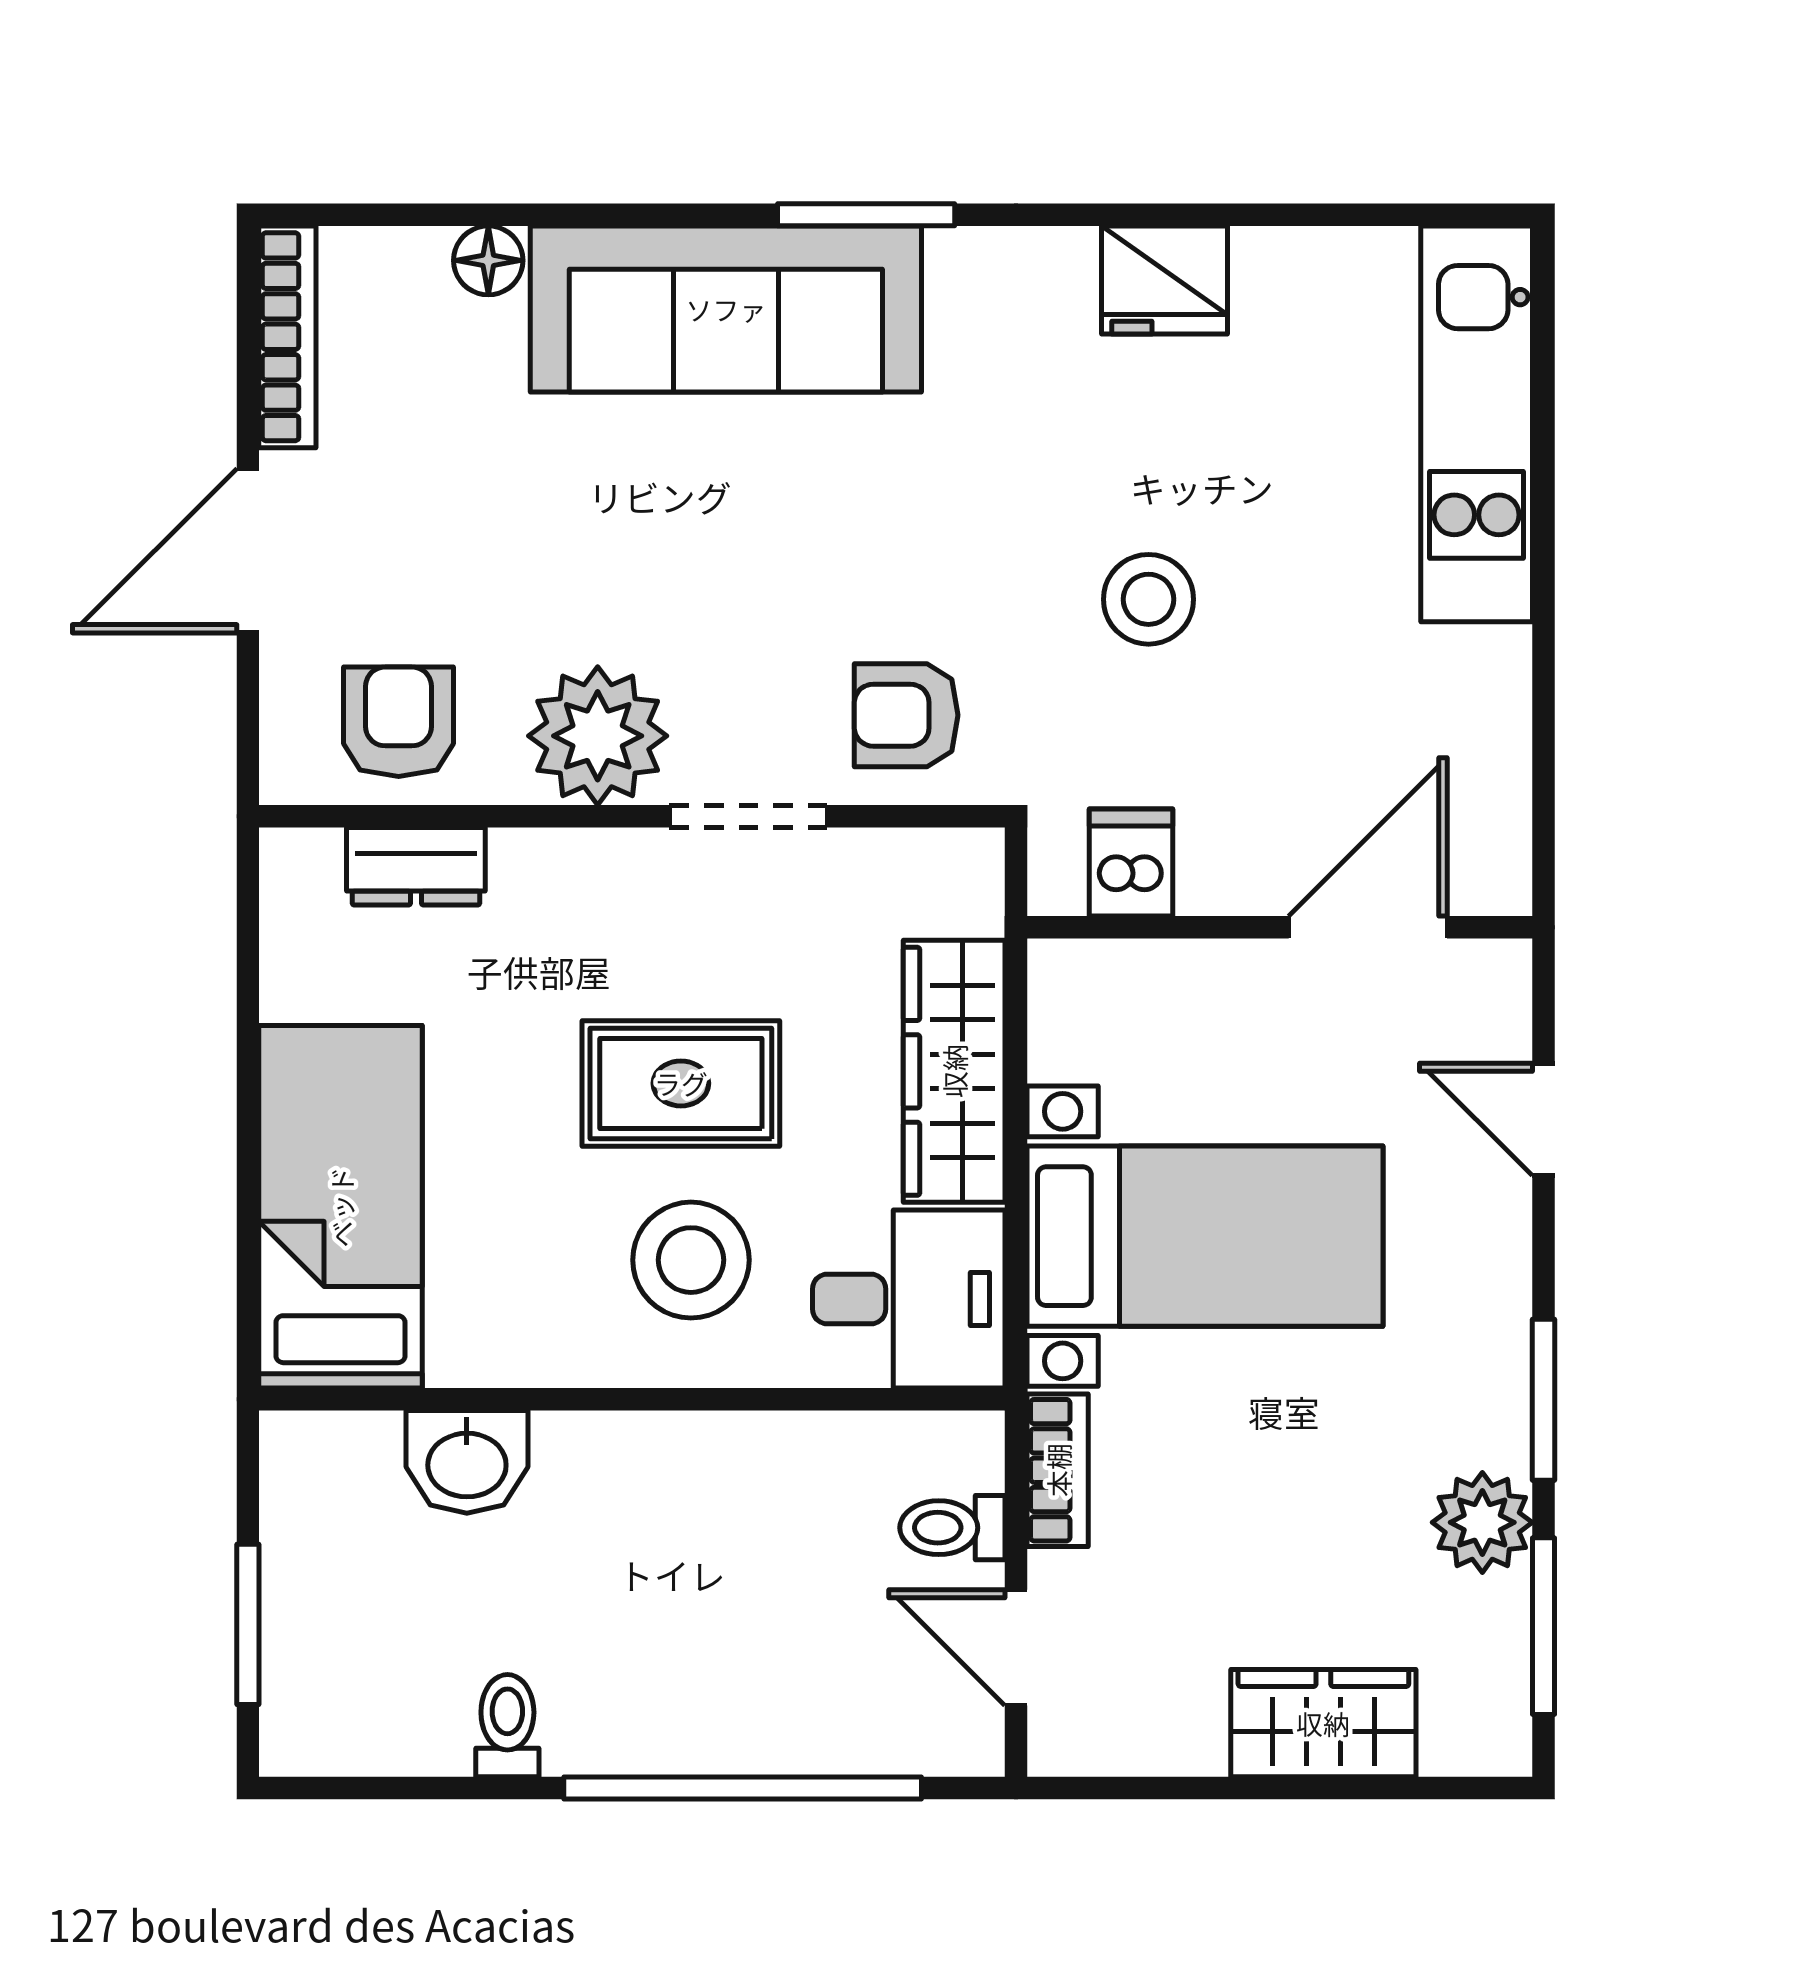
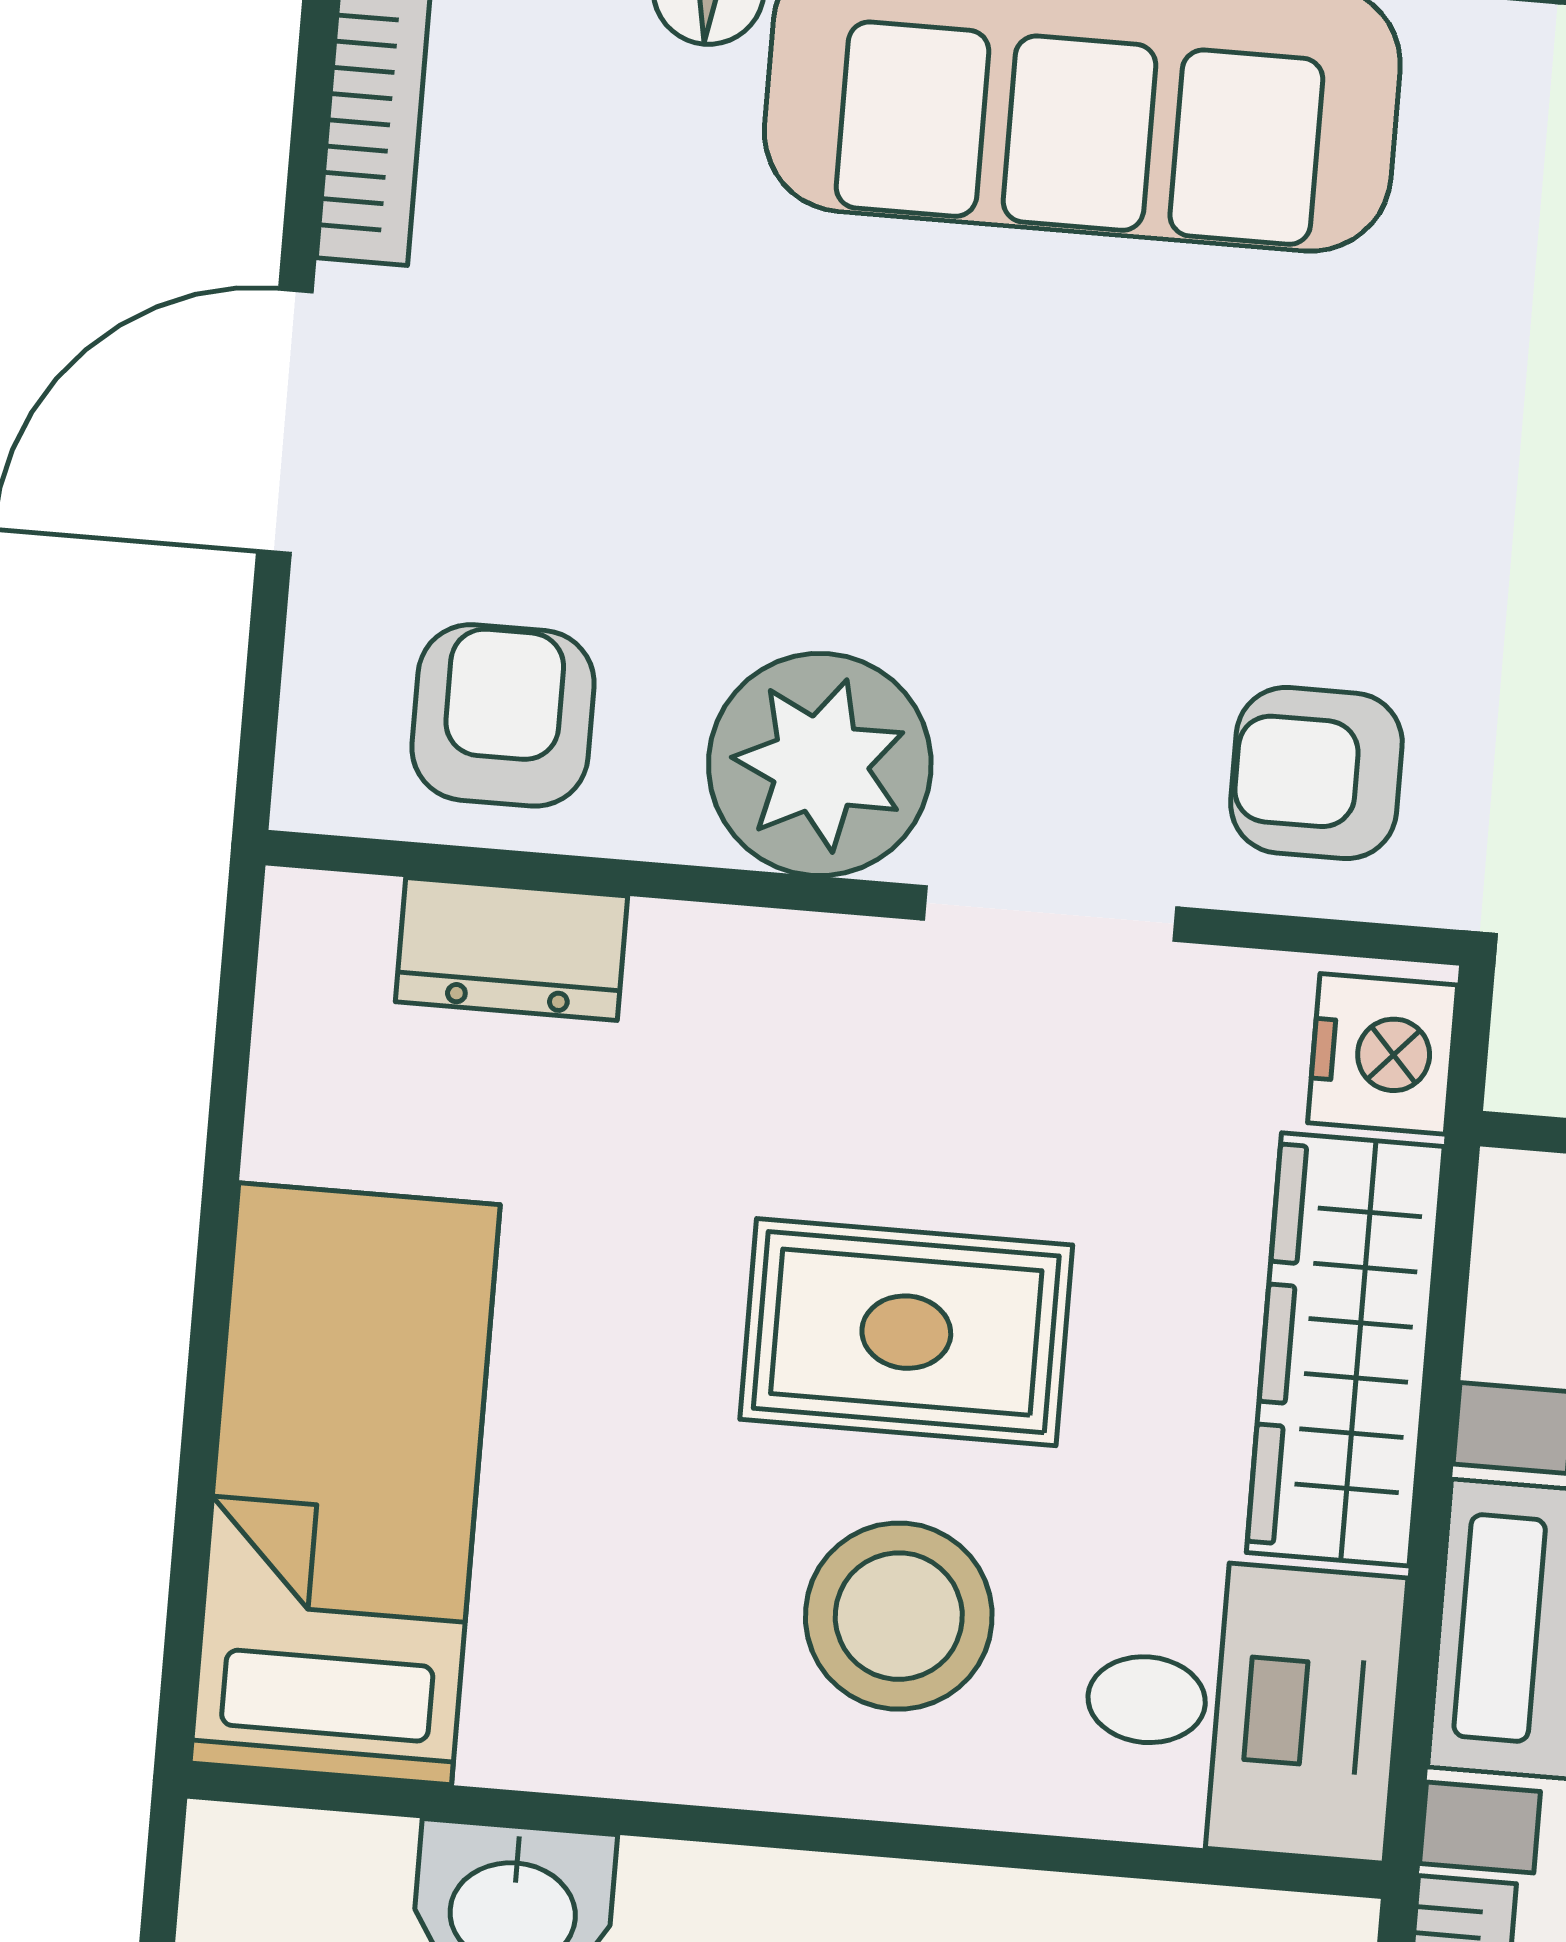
nightstand: (962, 886) -> (1383, 1054), added

